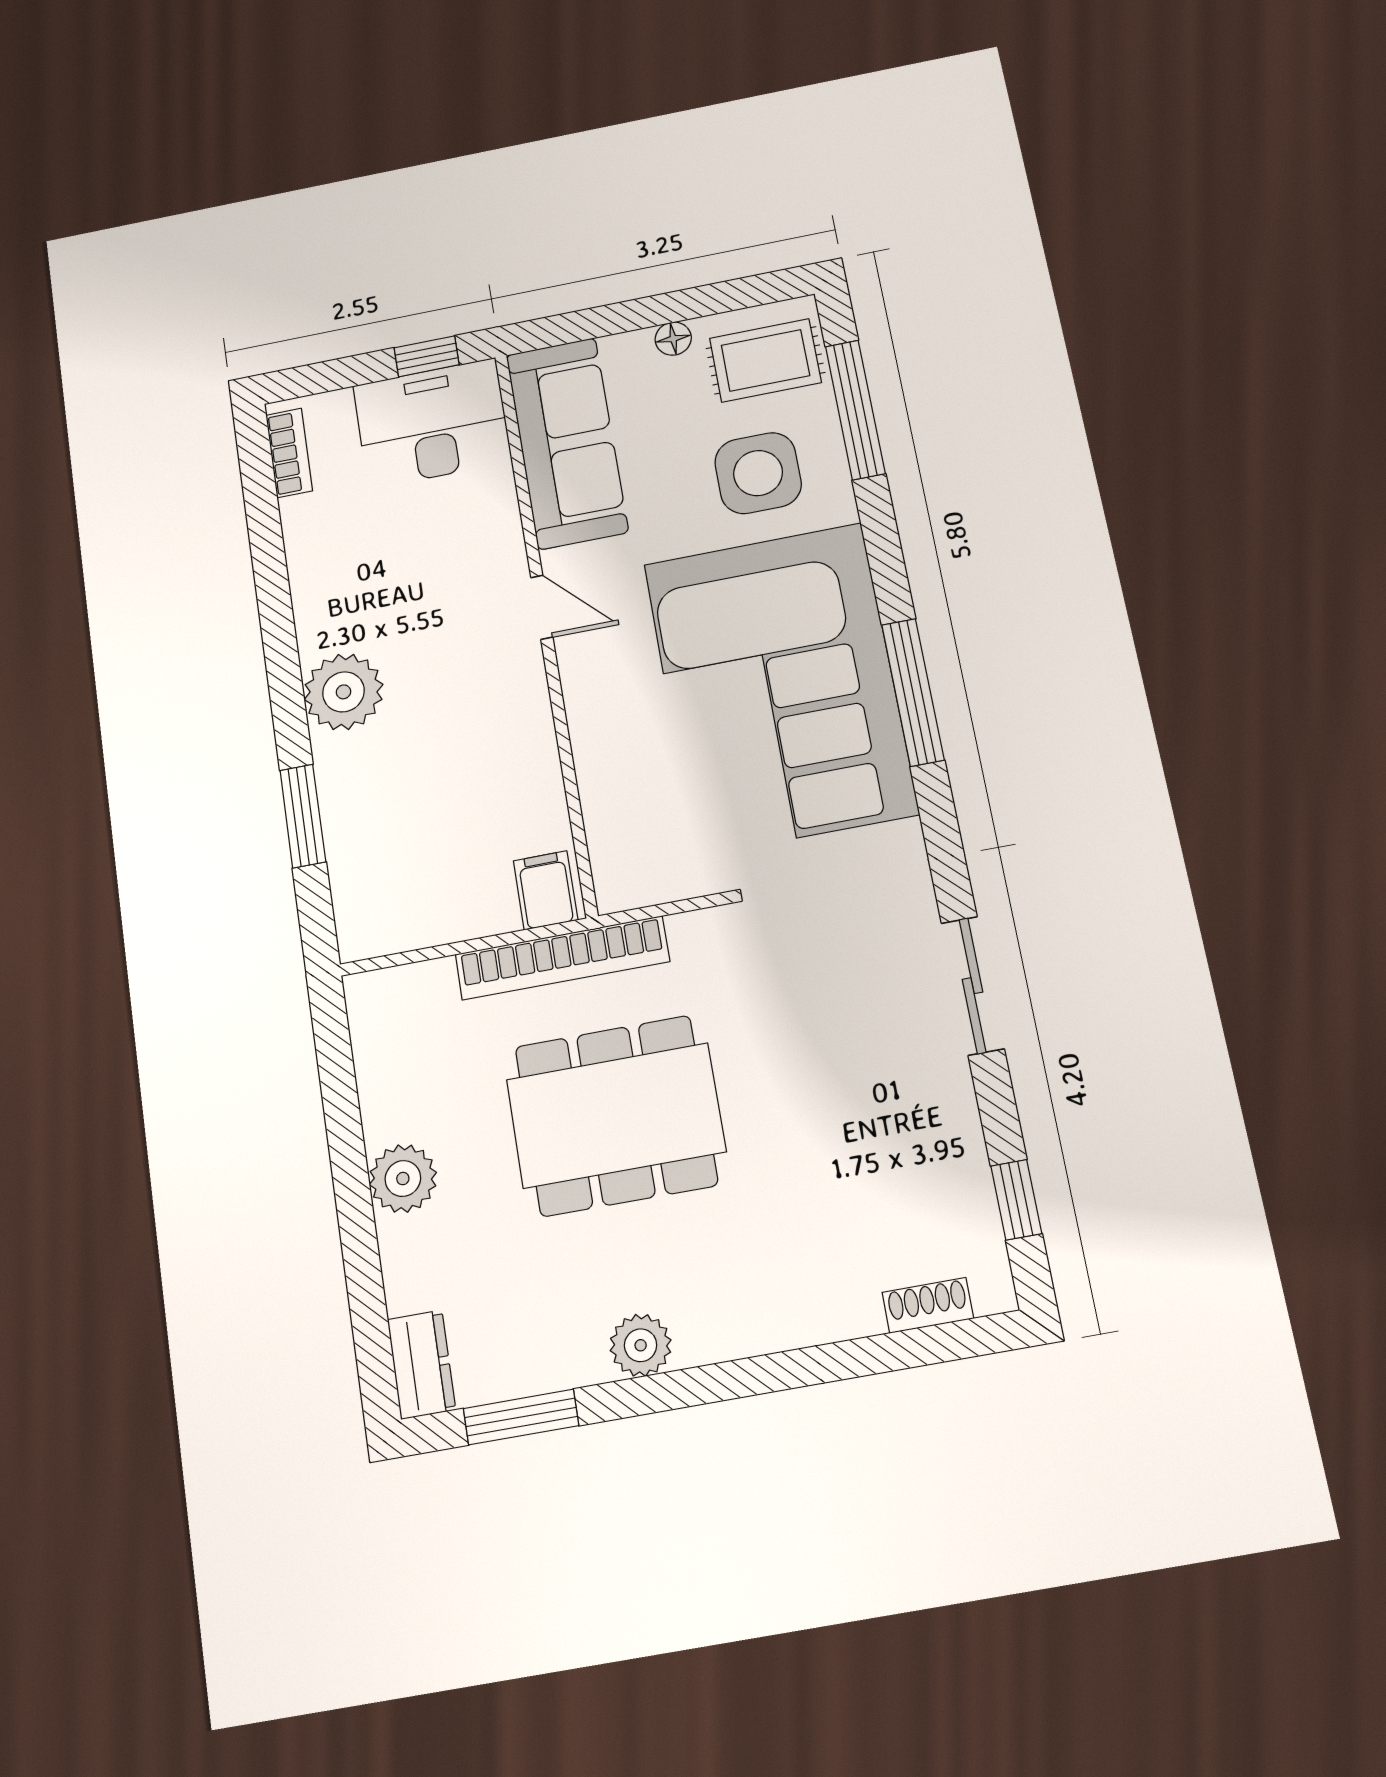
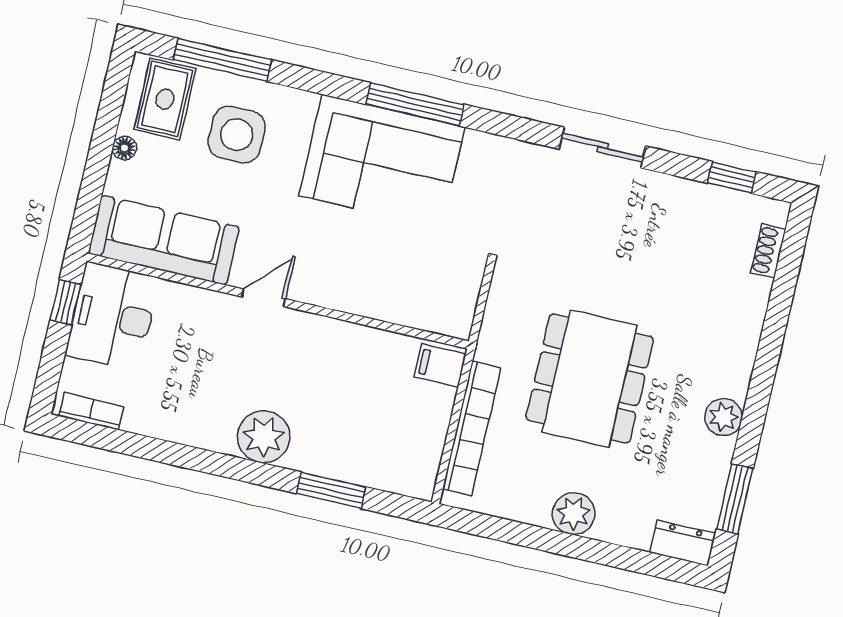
corner sofa: (780, 688) -> (382, 161), width x0.73, depth x0.74
bookcase: (562, 958) -> (472, 428), moved

